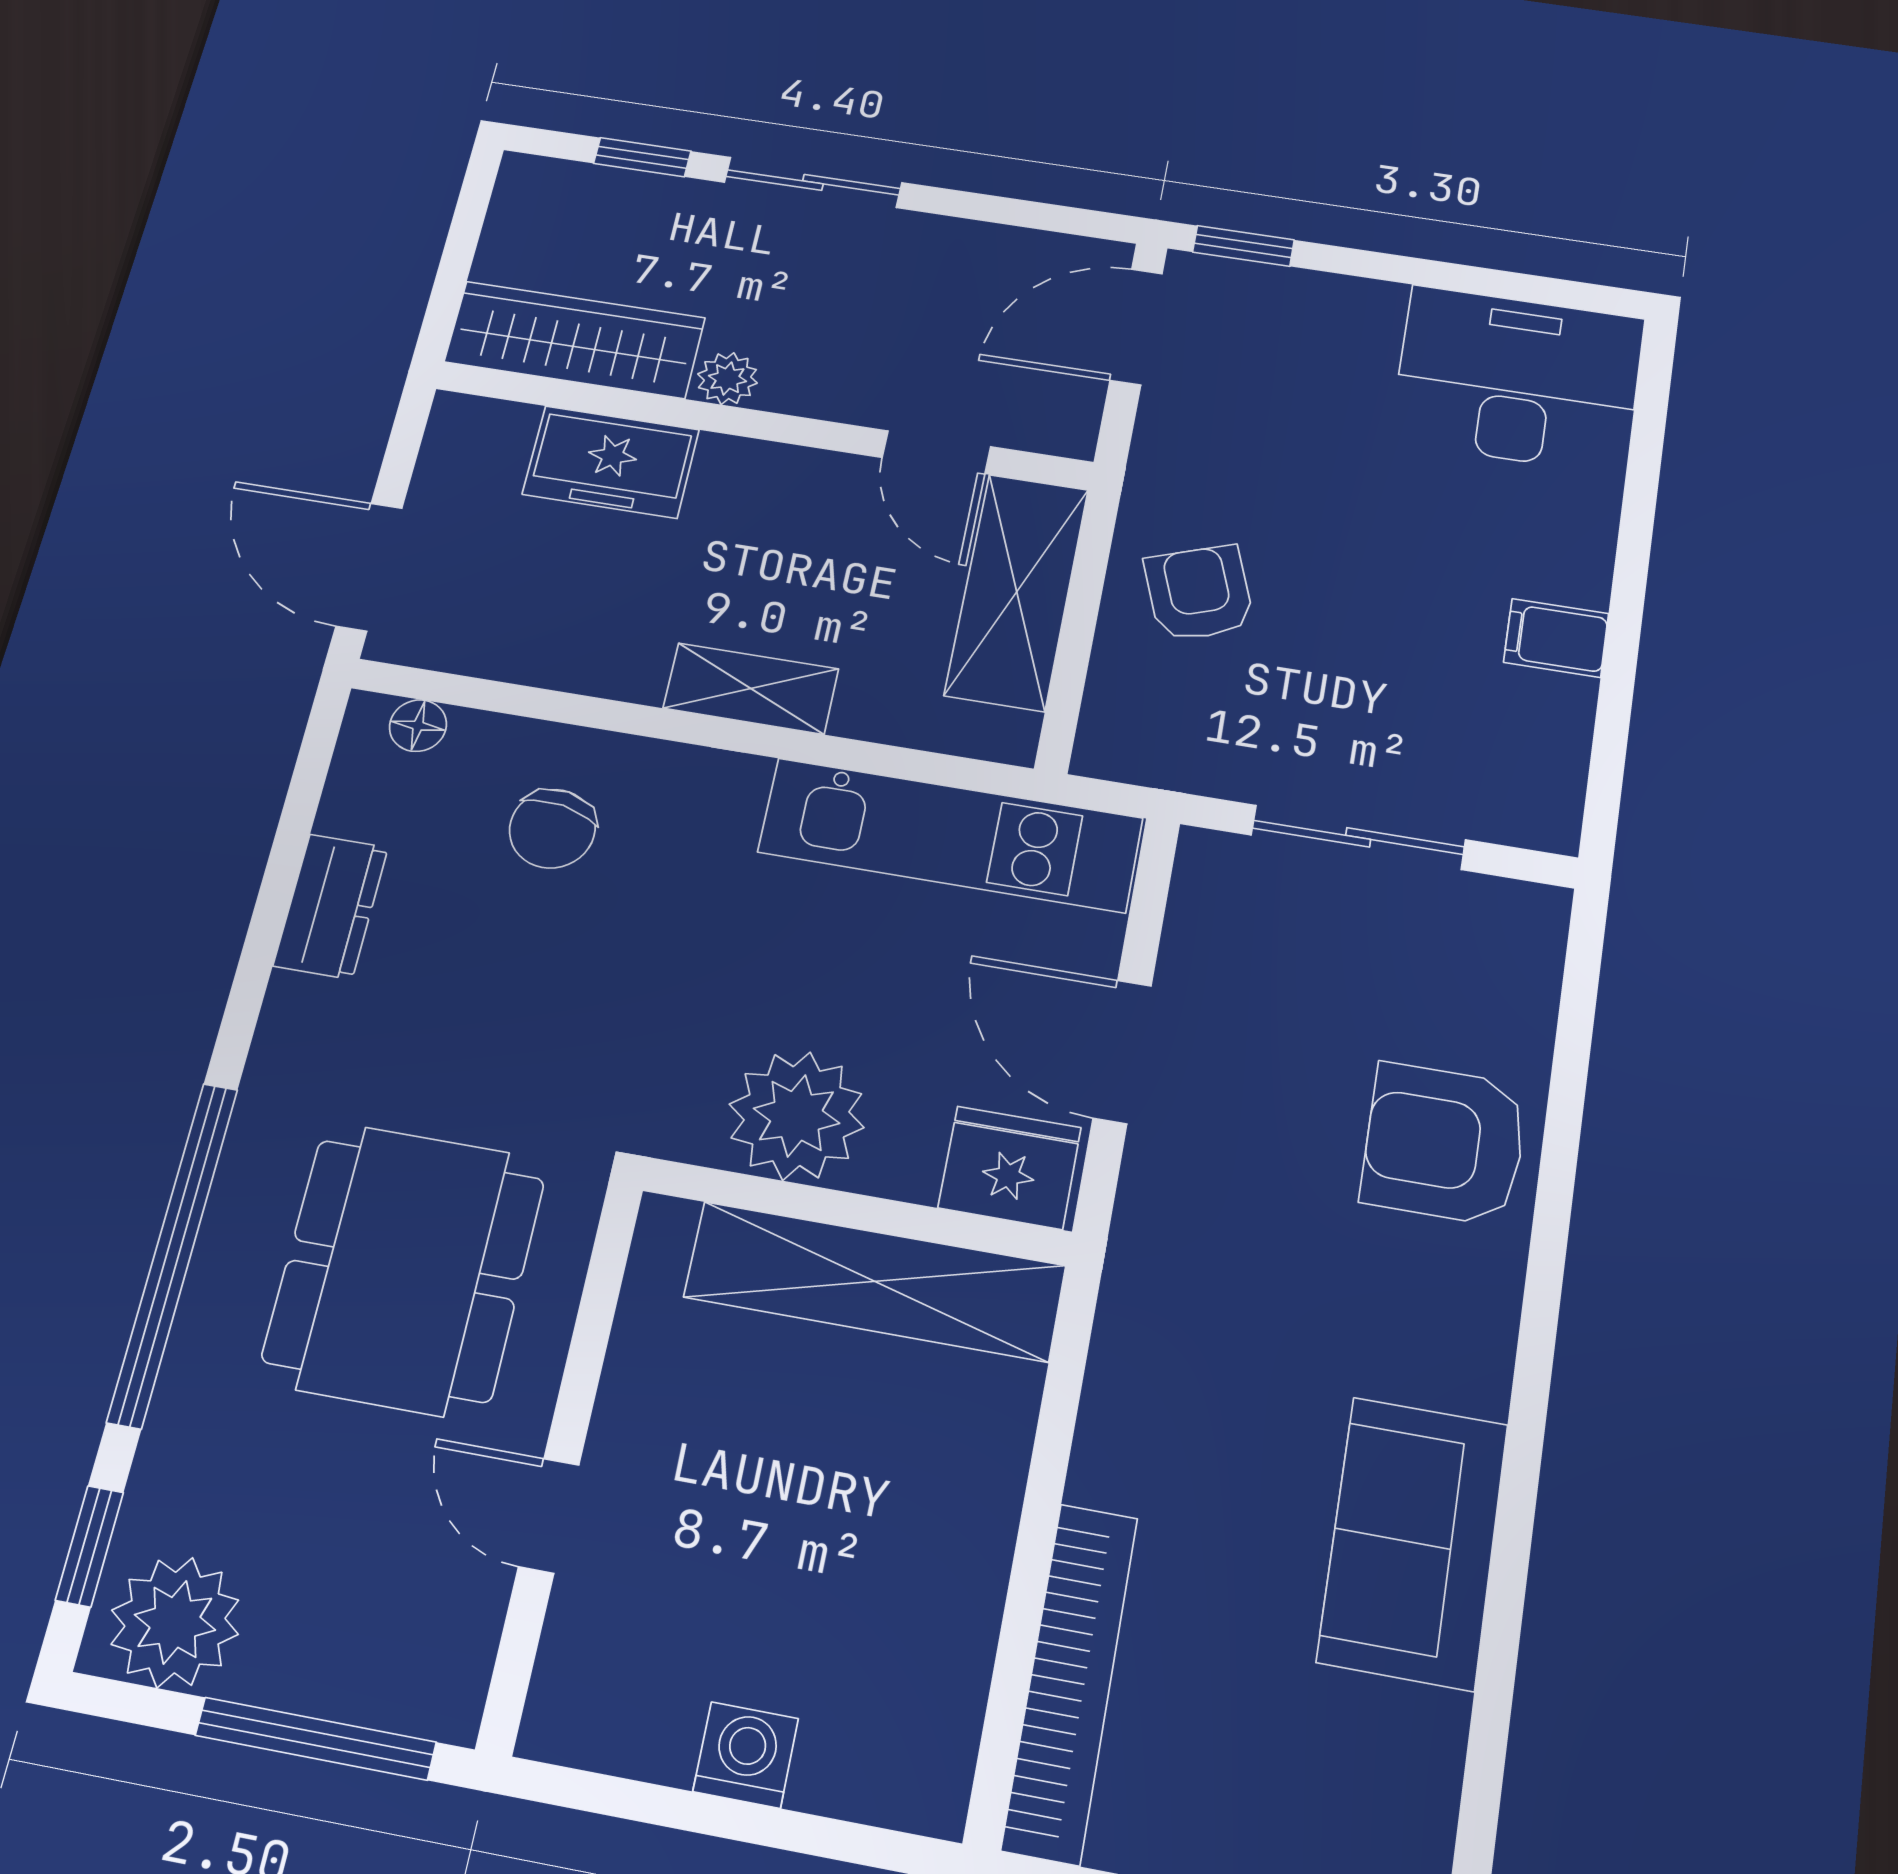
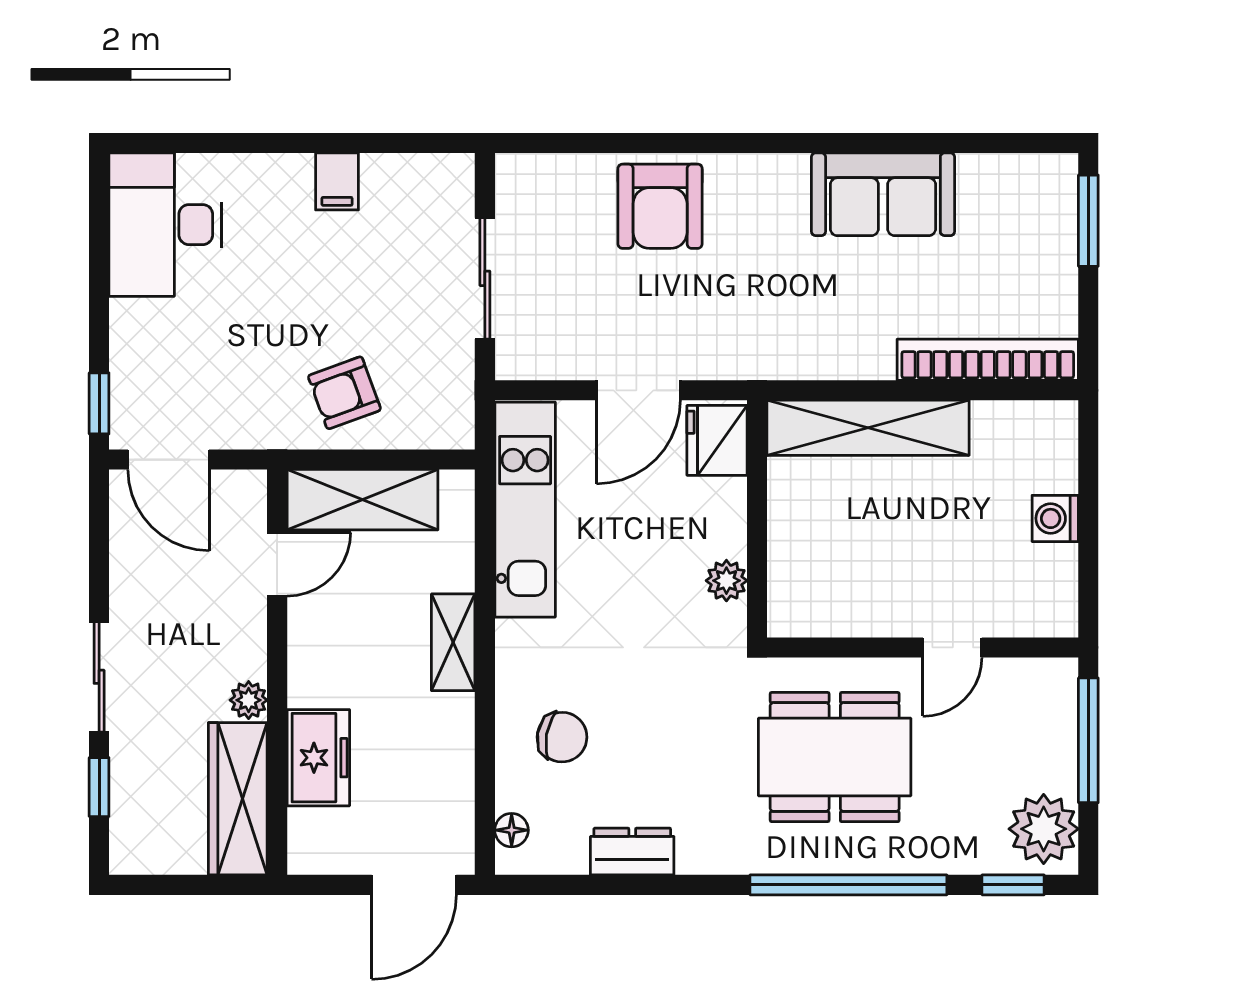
plant: (796, 1116) -> (726, 581), width x0.53, depth x0.53
shelving: (875, 1281) -> (868, 428), moved, turned 90

